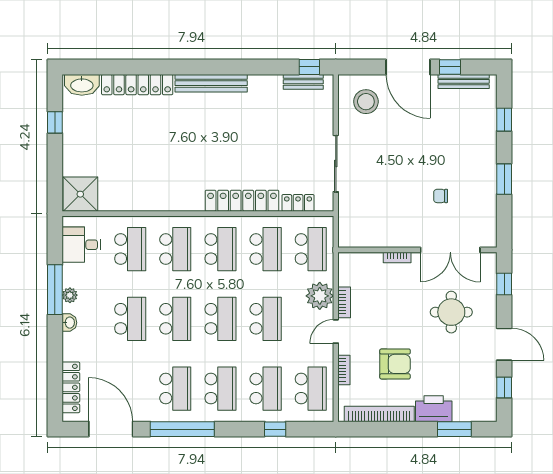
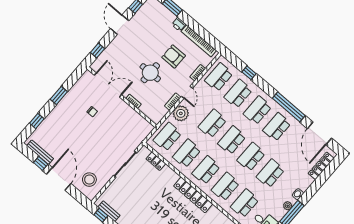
locker: (242, 201) -> (193, 195), moved
round table: (451, 312) -> (150, 73), moved
door: (336, 331) -> (187, 92), hinge flipped
printer: (434, 409) -> (179, 24), width x0.53, depth x0.68

